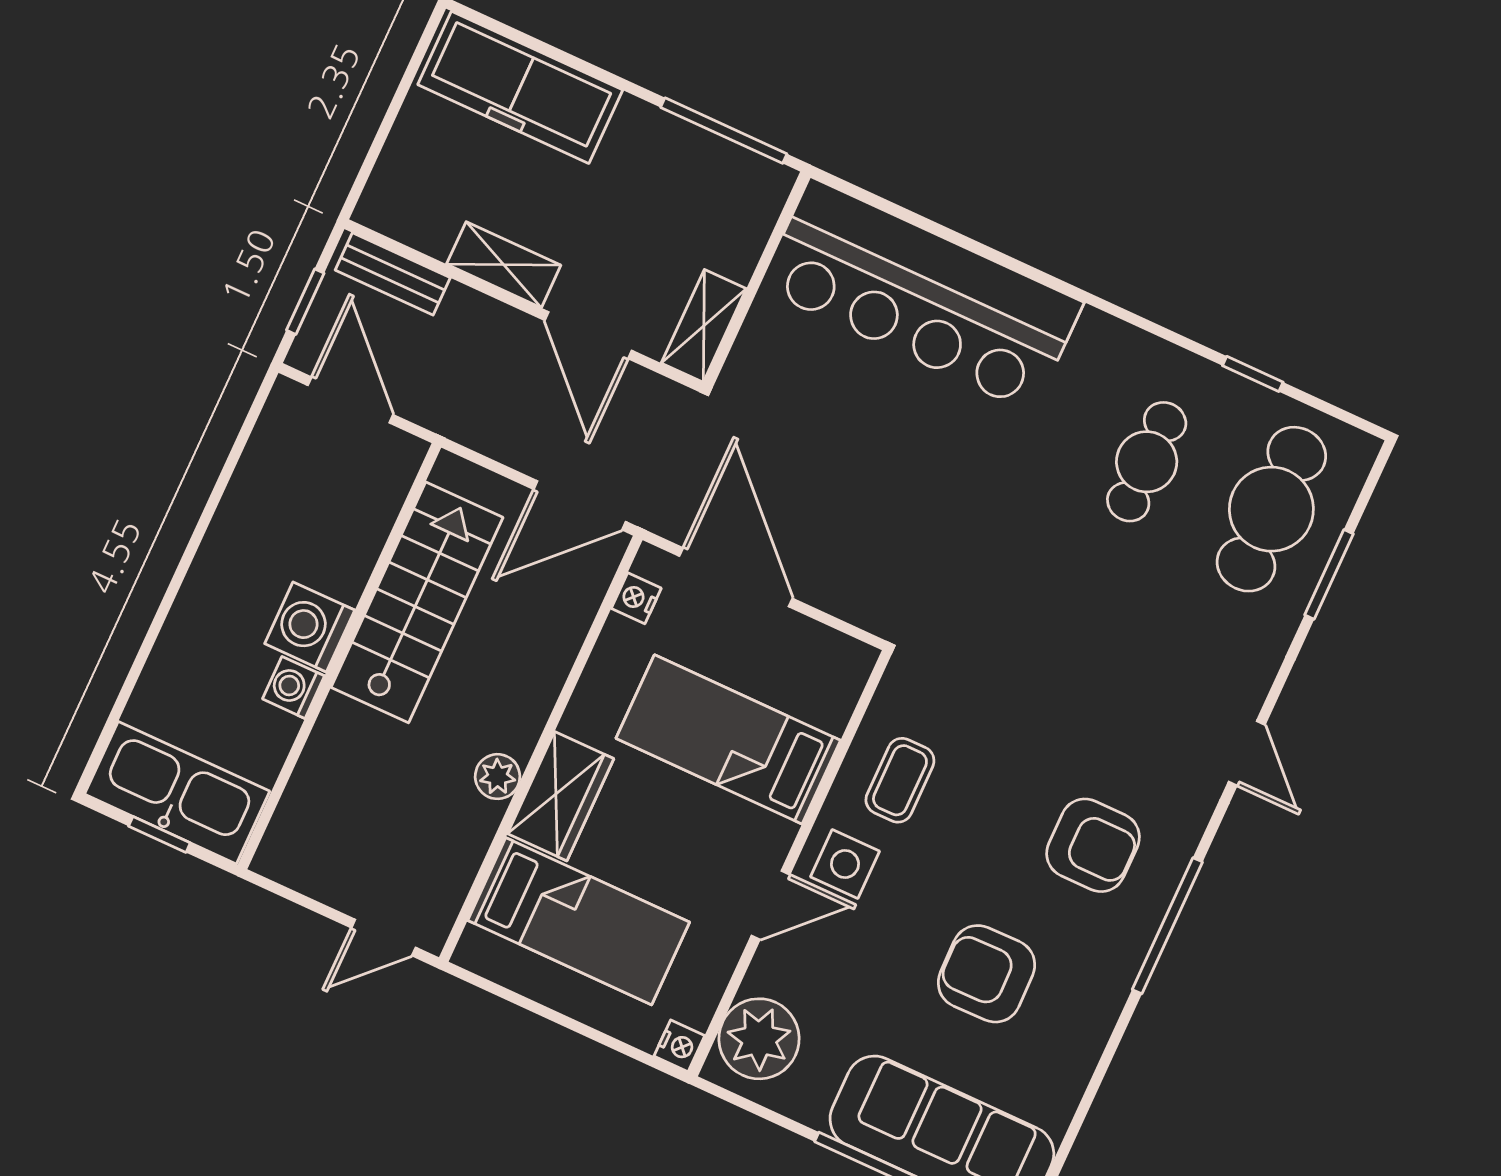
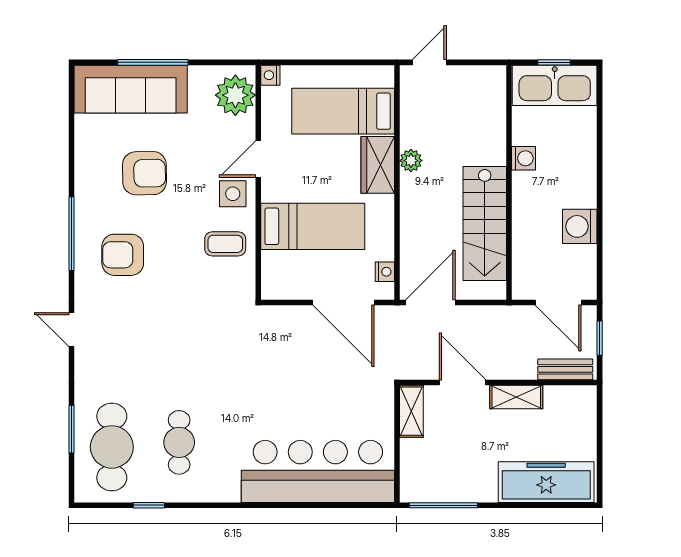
washing machine: (310, 627) -> (580, 226), moved, turned 180
coffee table: (900, 780) -> (225, 244), turned 90

